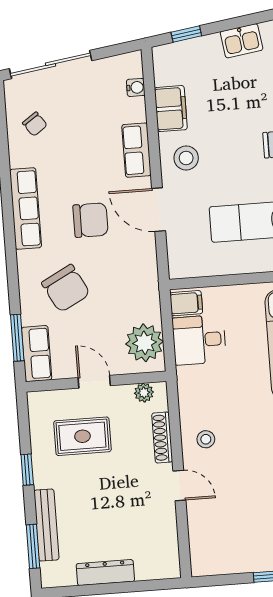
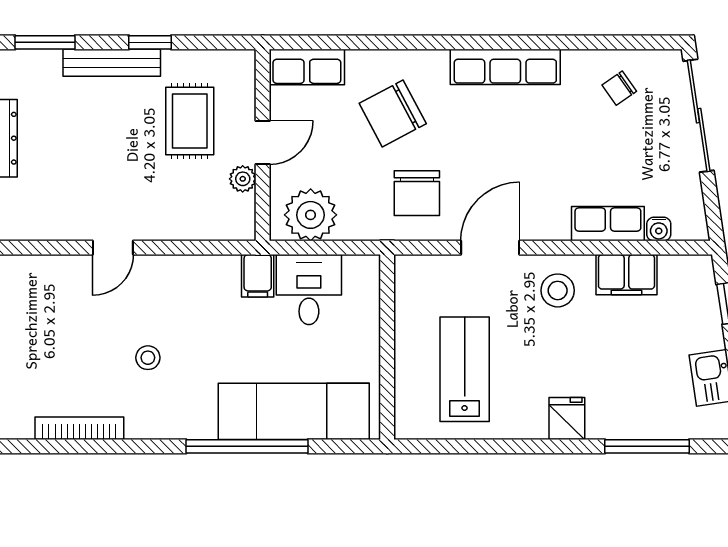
row of seats: (136, 150) -> (608, 224), moved
chair: (90, 220) -> (417, 193), moved
filing cabinet: (186, 303) -> (258, 276), moved
window: (17, 338) -> (330, 42), removed
plant: (144, 393) -> (243, 179), moved
shoe rack: (162, 438) -> (180, 229), removed
stool: (206, 439) -> (148, 358), moved
bench: (46, 525) -> (112, 63), moved

